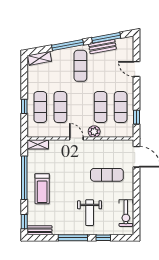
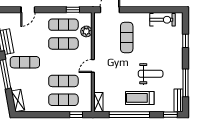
window: (24, 106) -> (76, 115), moved
plant: (94, 132) -> (86, 31), moved
treadmill: (42, 189) -> (140, 98), turned 180
weight bench: (90, 213) -> (151, 74), moved
window: (73, 238) -> (186, 83), moved

